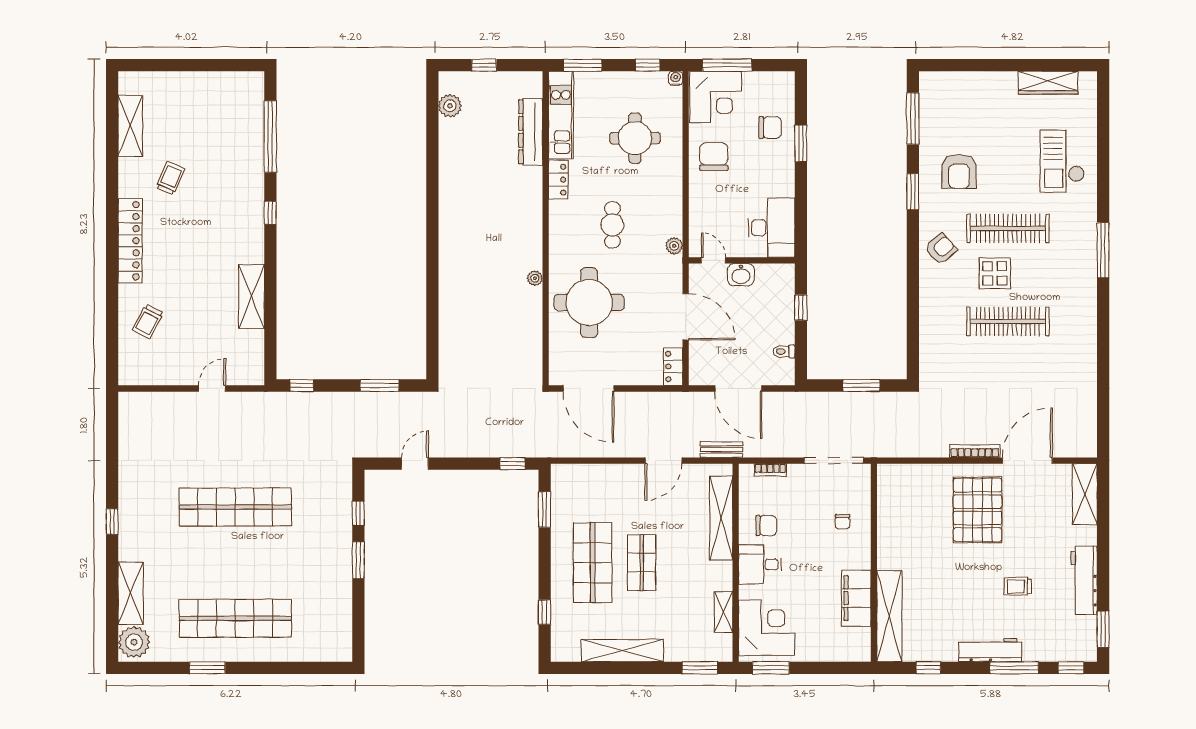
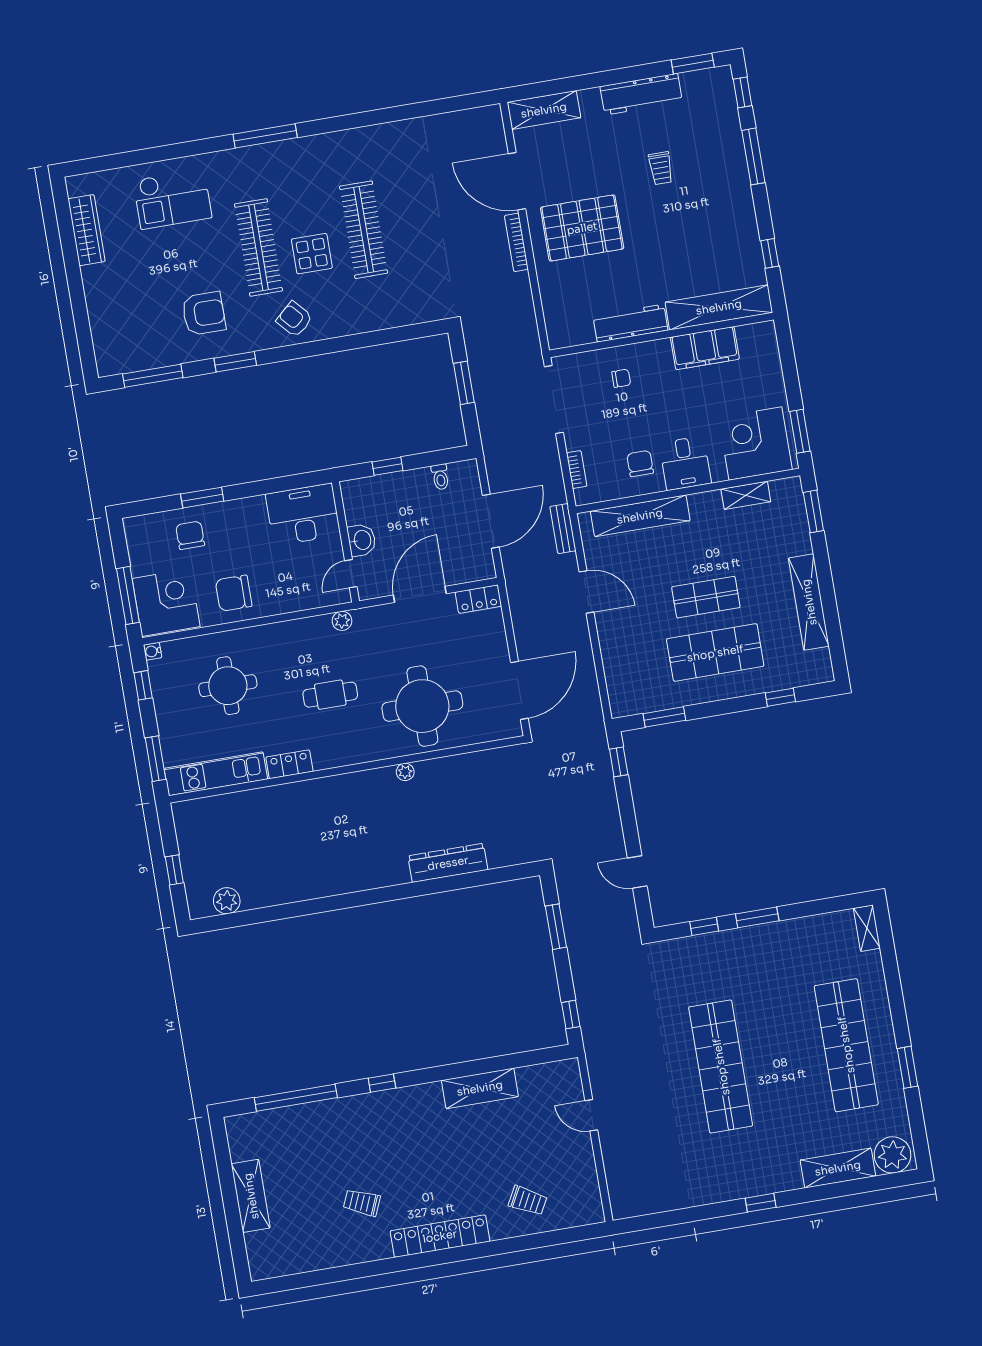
shelving: (130, 126) -> (251, 1196), moved, turned 90
dresser: (531, 132) -> (448, 863), moved, turned 180
workbench: (990, 650) -> (630, 323), moved, turned 90
shelving: (333, 653) -> (867, 928), added

